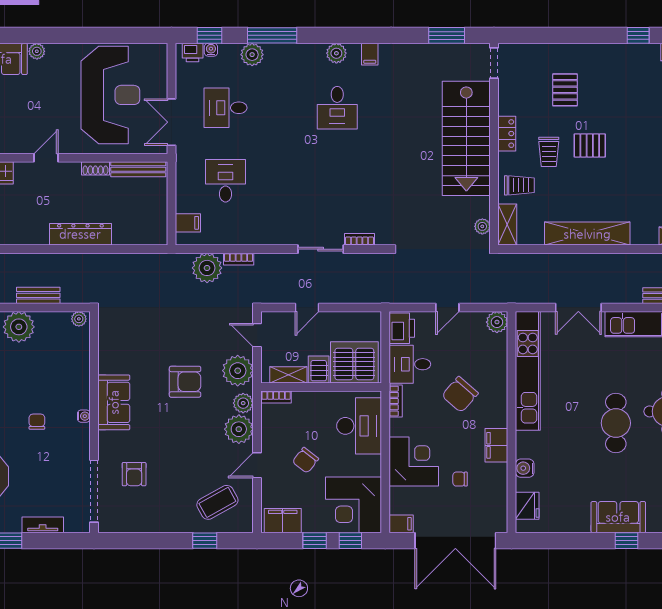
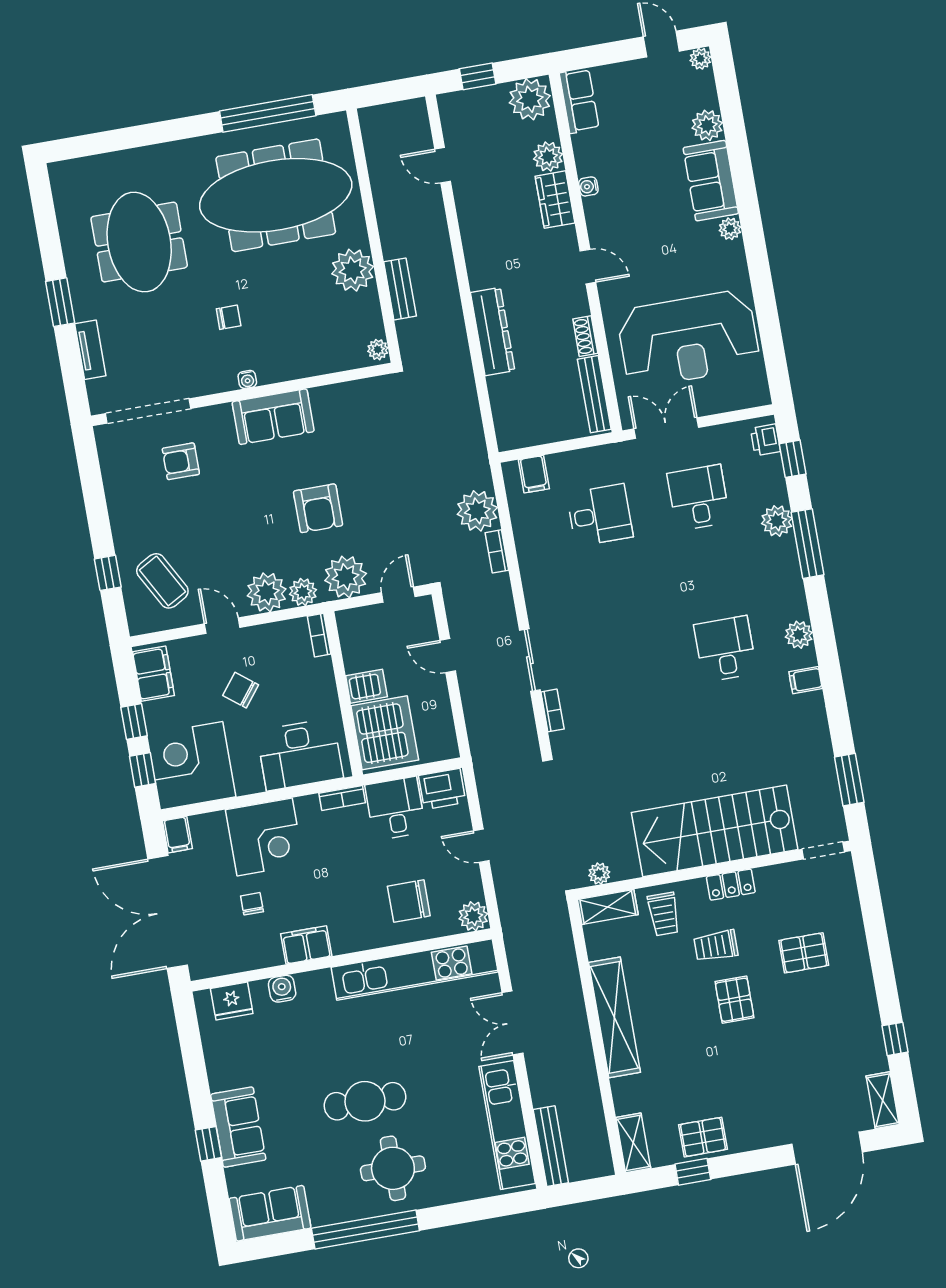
water cooler: (211, 50) -> (774, 464), removed
desk: (337, 108) -> (725, 649), turned 90
shelving: (288, 375) -> (352, 647), removed
chair: (460, 394) -> (409, 901), moved, turned -41

